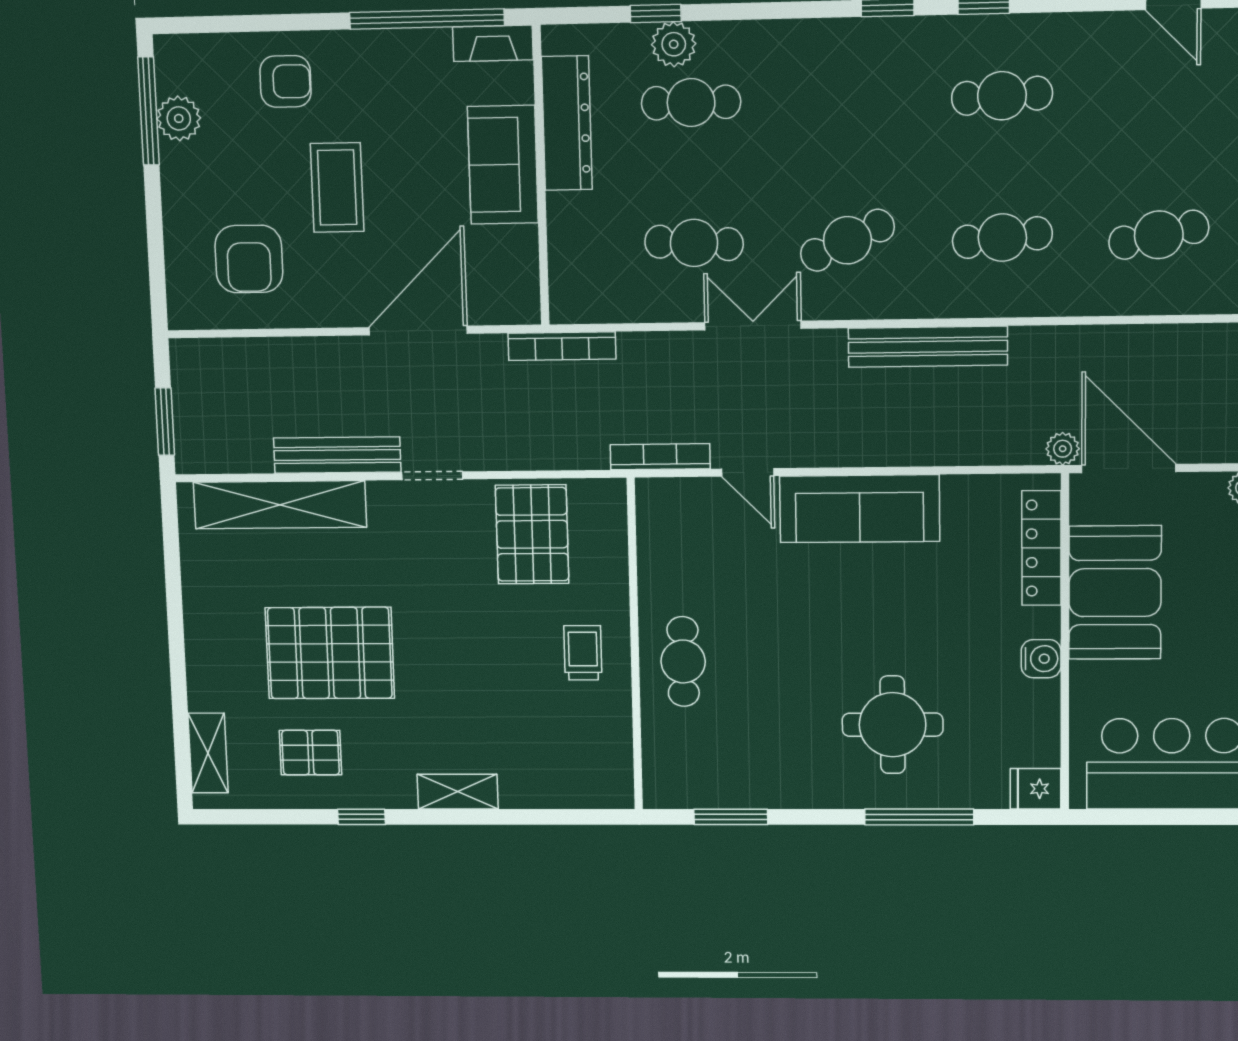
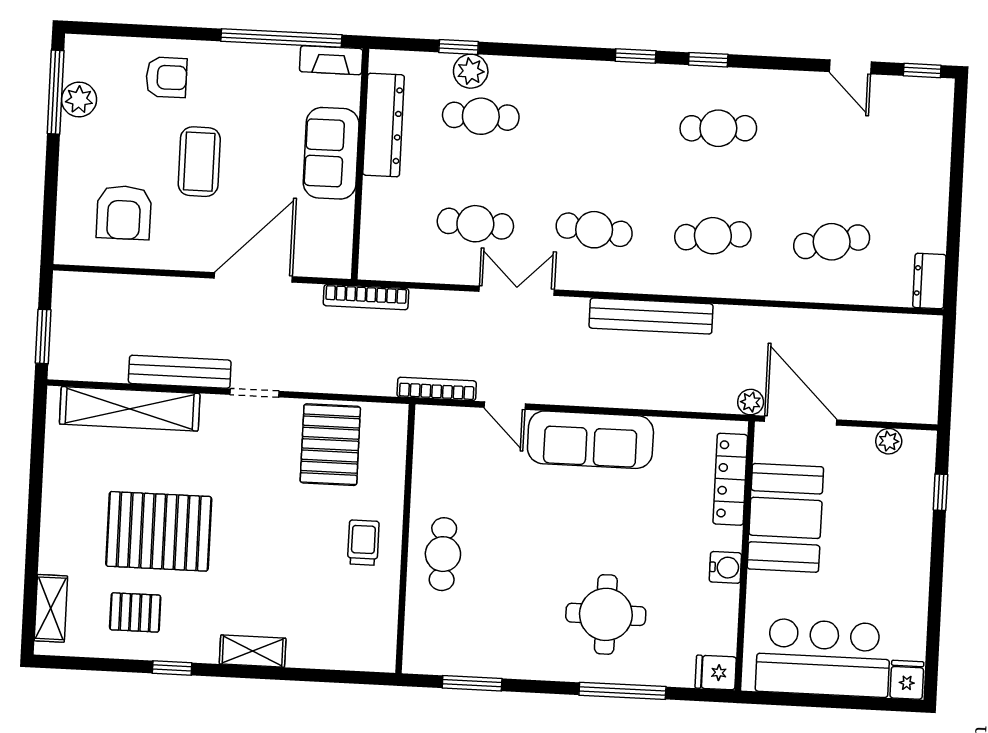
cafe table: (847, 240) -> (594, 230), turned 30

